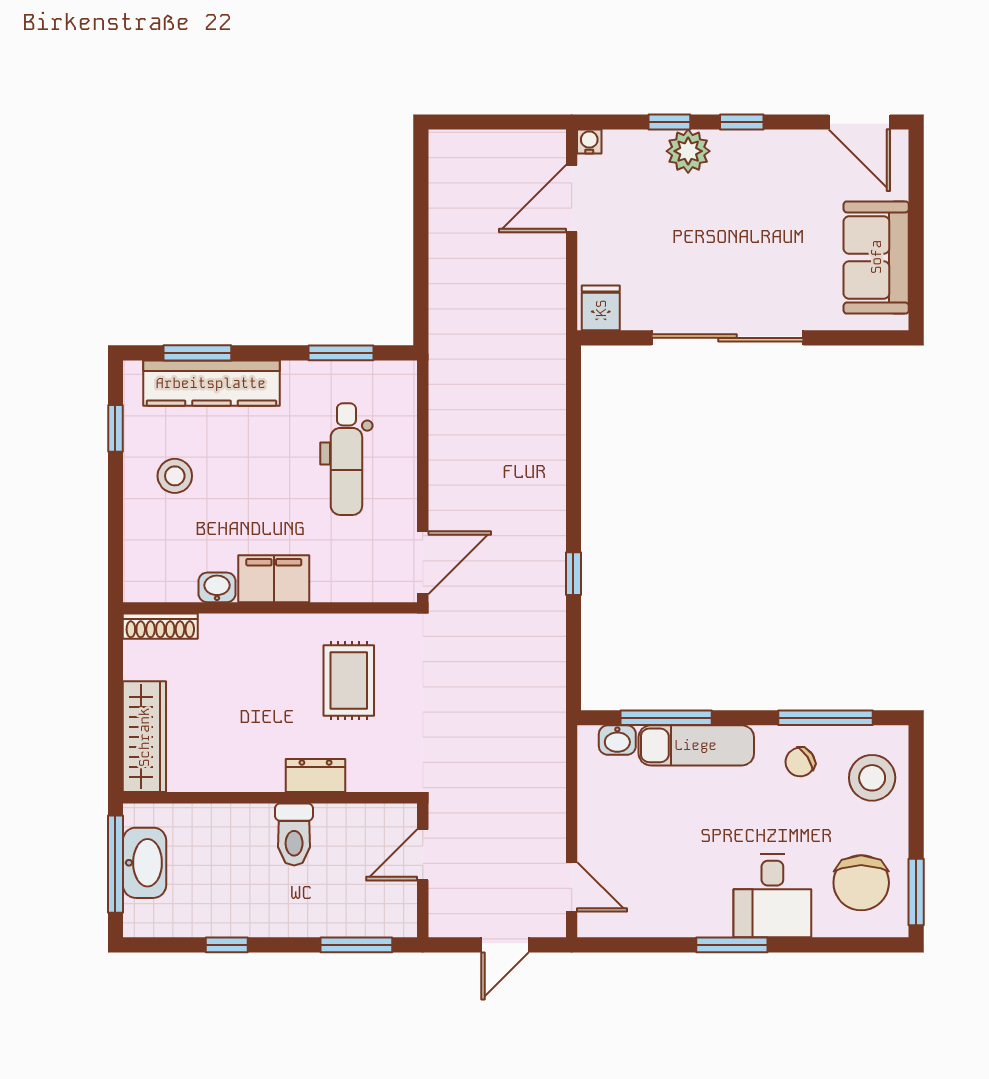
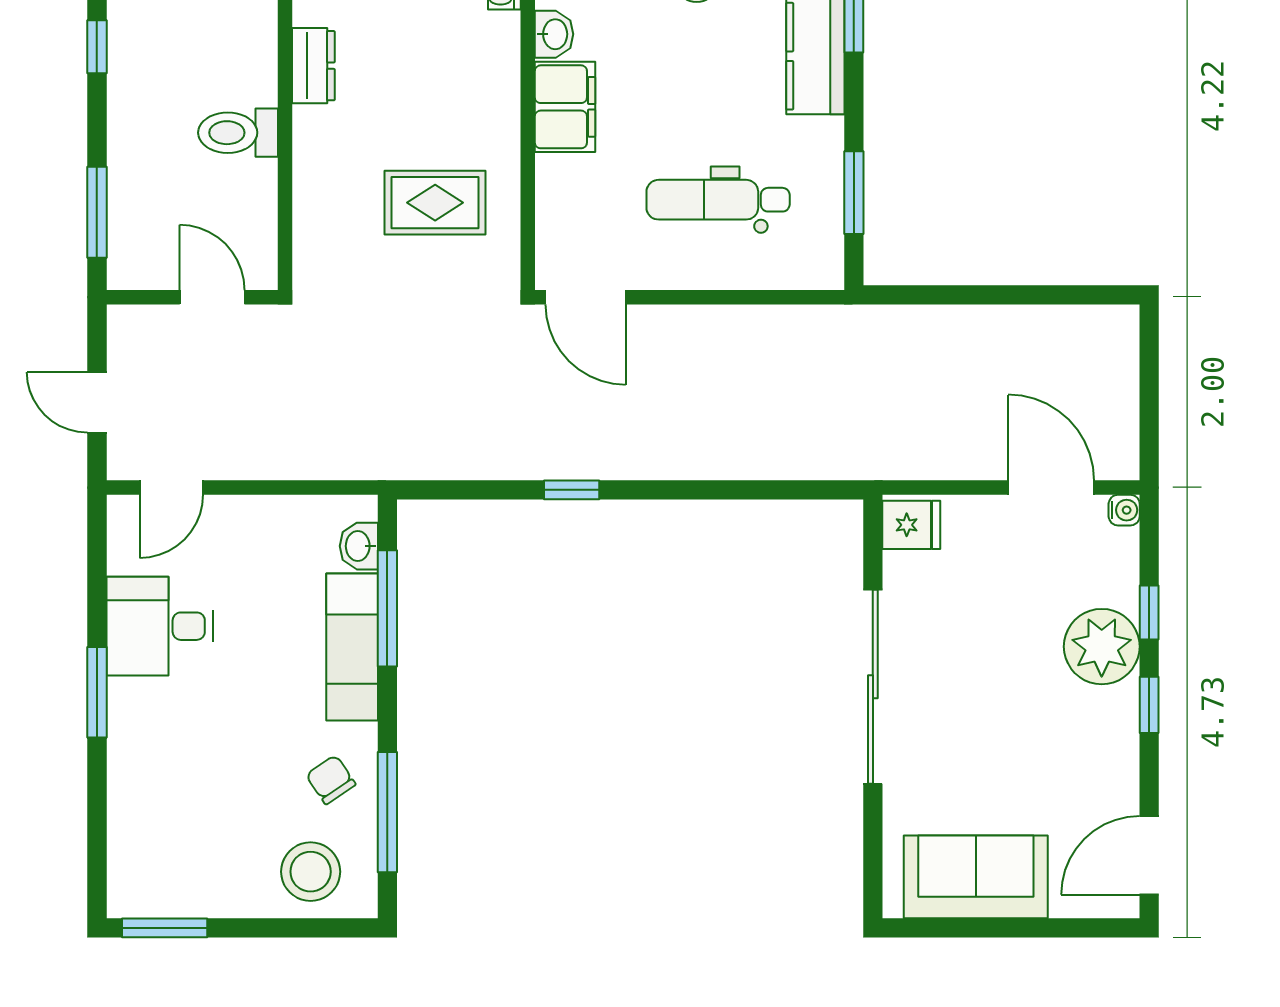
plant: (688, 151) -> (1102, 647), width x1.36, depth x1.36
dresser: (316, 776) -> (313, 66), moved
chair: (861, 883) -> (176, 858), removed
desk: (772, 896) -> (160, 626), moved

